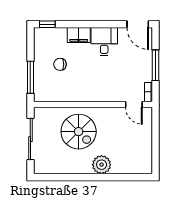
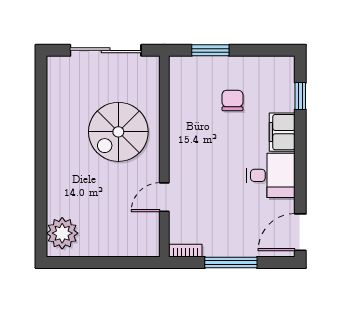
window: (47, 24) -> (300, 96), moved
window: (30, 77) -> (210, 50), width x0.69
door: (134, 105) -> (164, 197), moved
plant: (102, 165) -> (62, 233), moved

